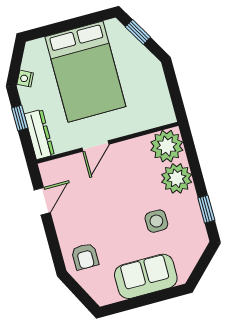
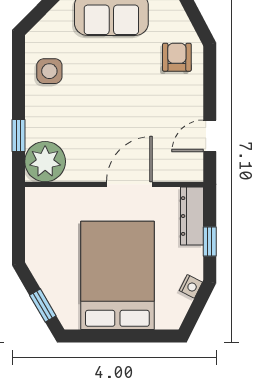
door: (95, 146) -> (129, 184), width x1.38
plant: (177, 178) -> (44, 120), removed
window: (206, 209) -> (18, 136), moved
side table: (156, 221) -> (49, 71), moved

